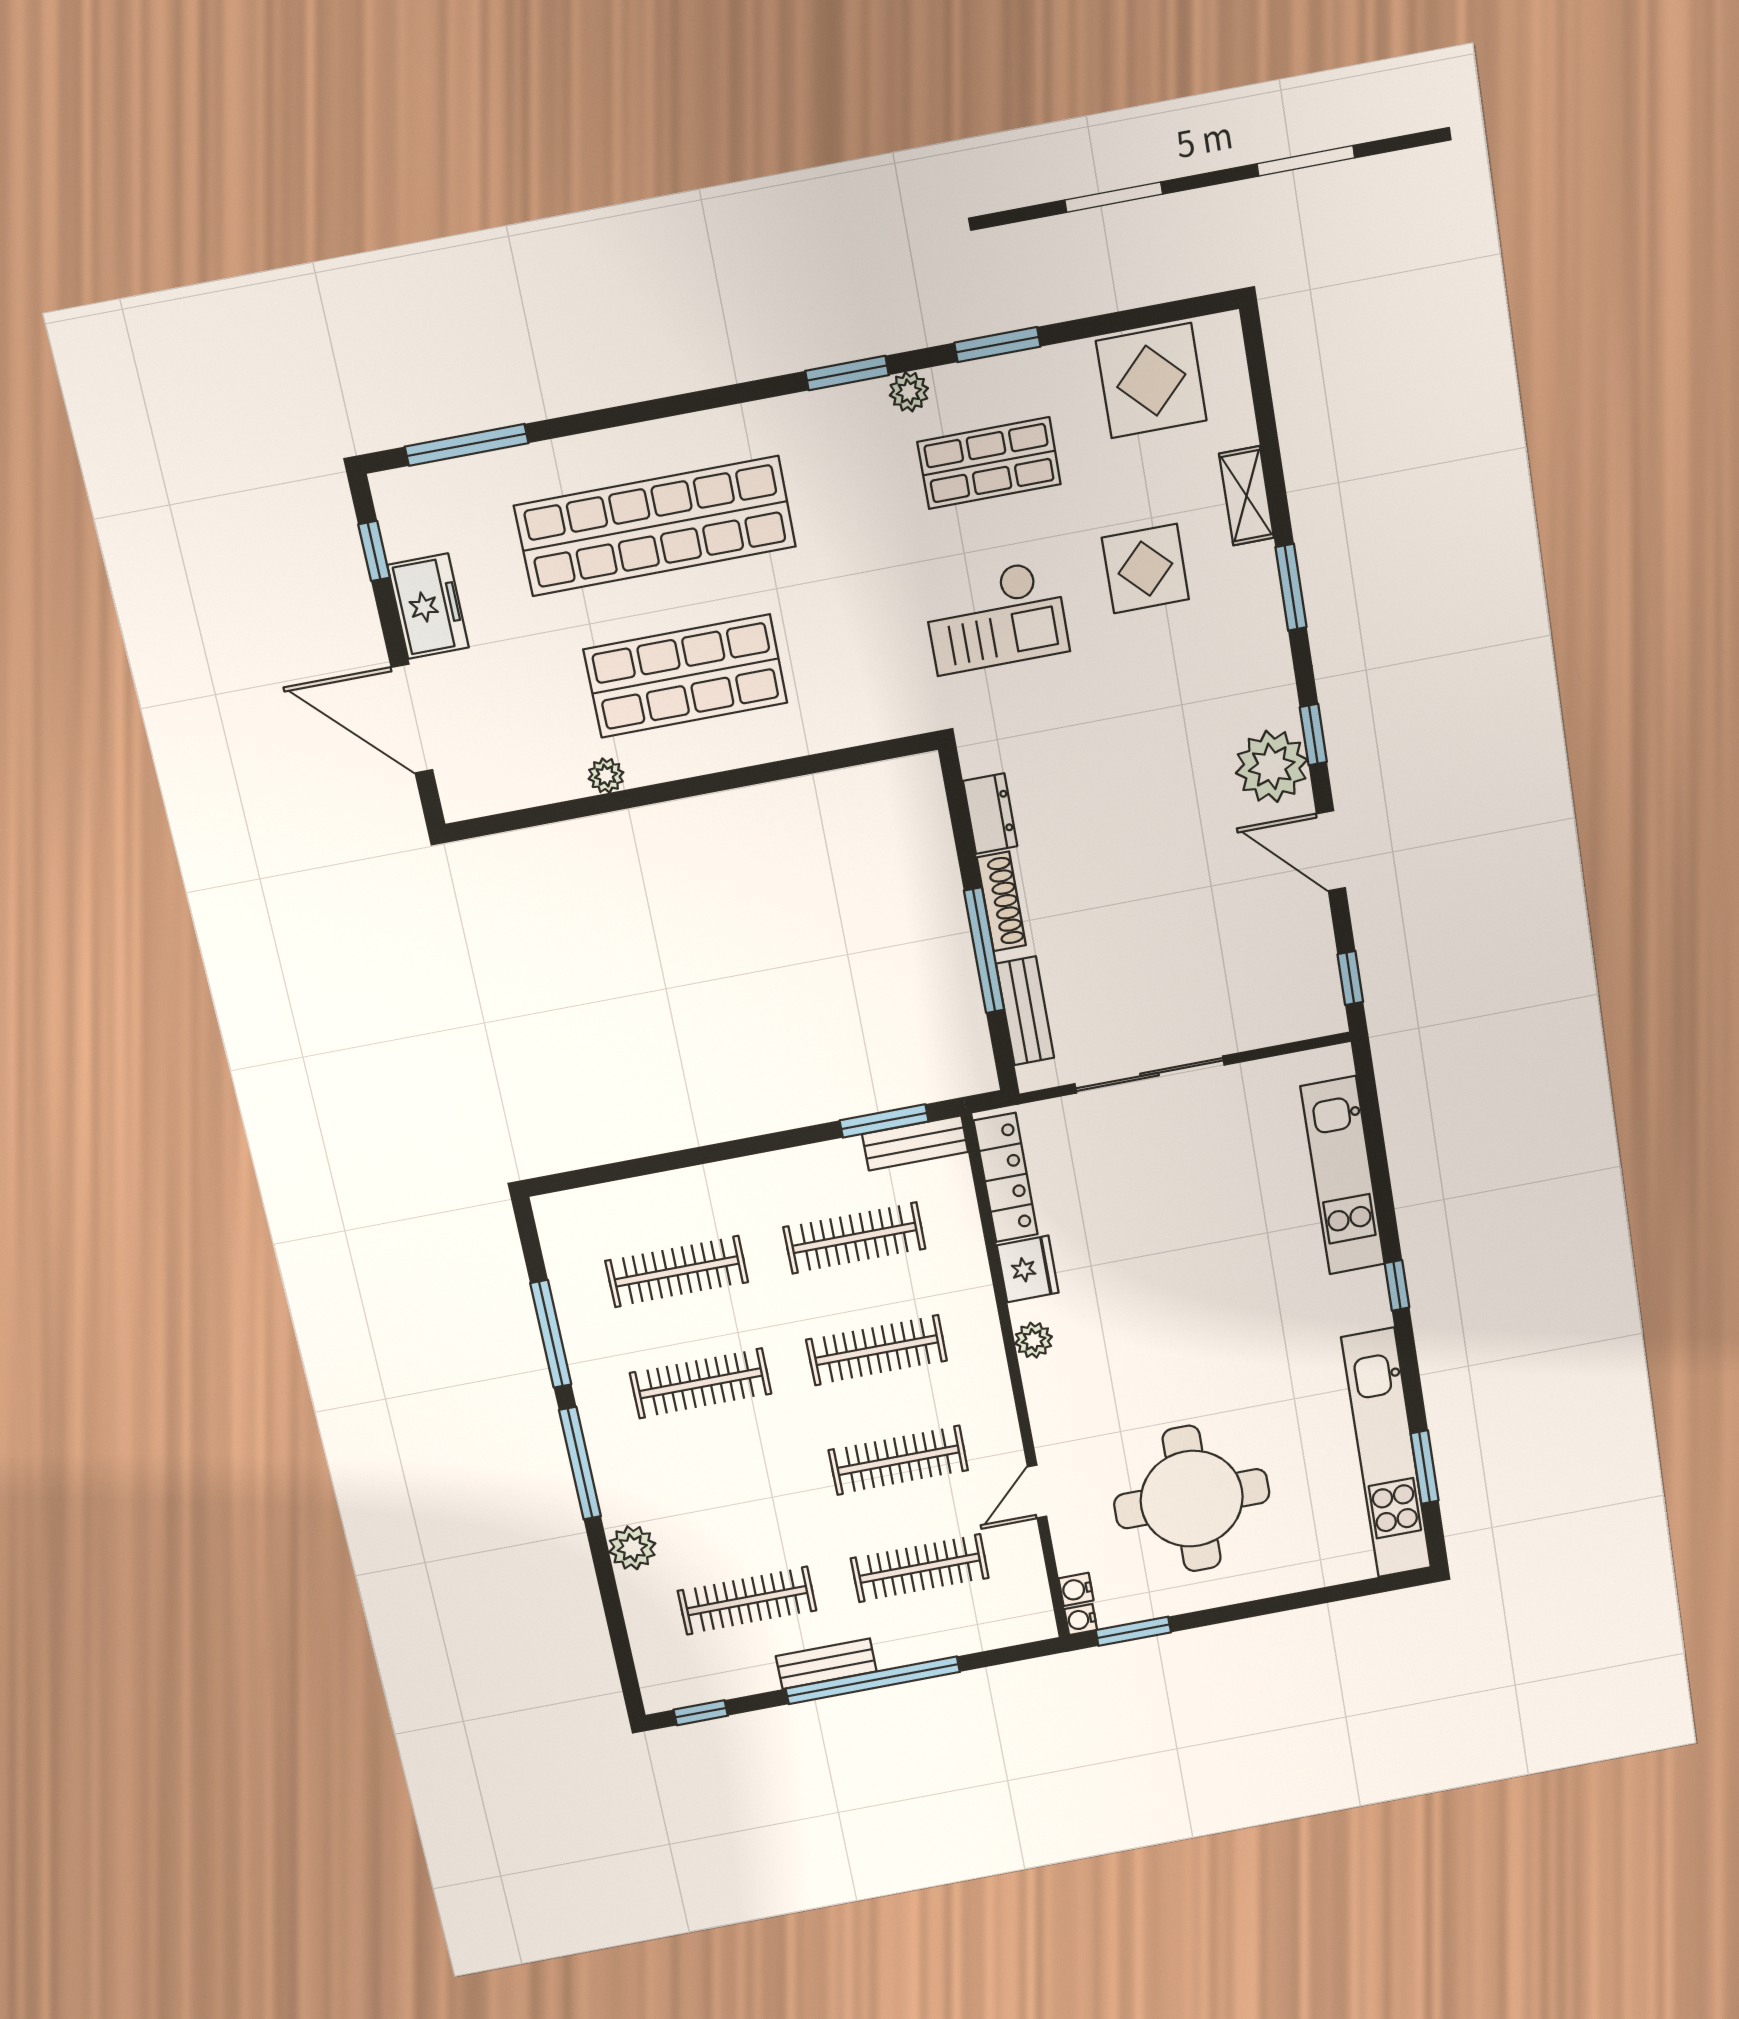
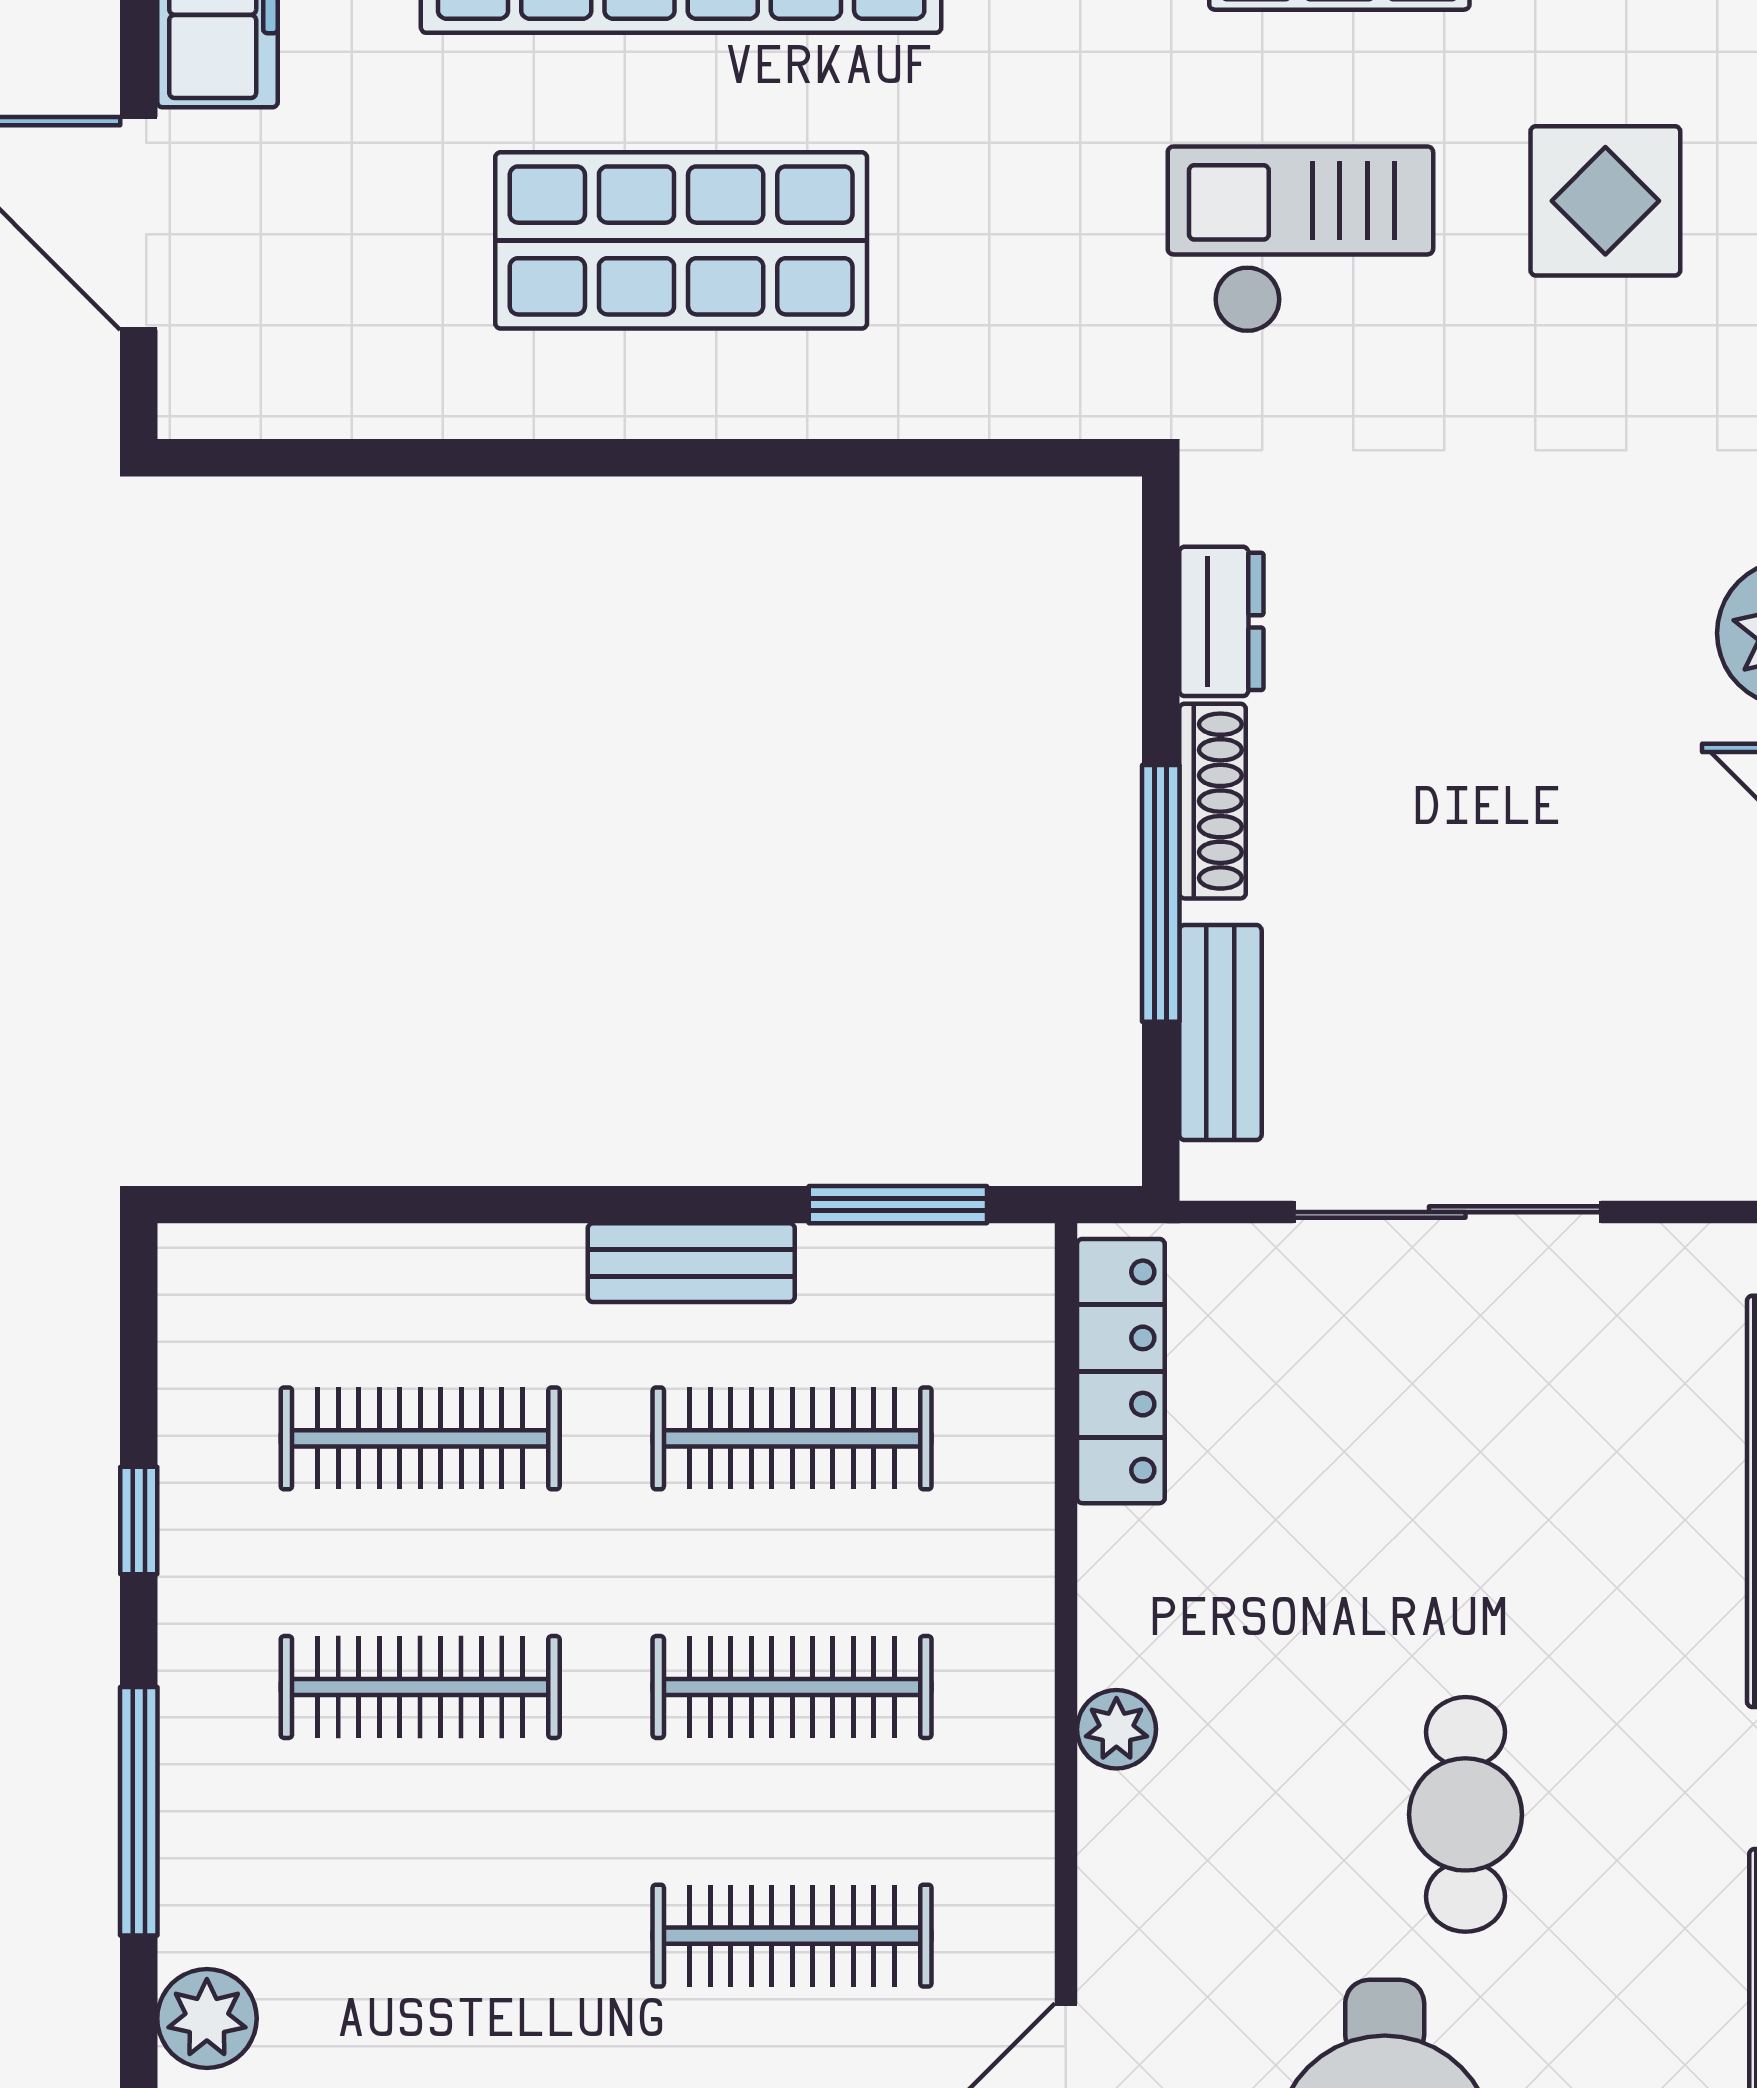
checkout: (996, 617) -> (1300, 240), turned 180
plant: (606, 776) -> (488, 404), removed
bench: (915, 1143) -> (691, 1263), moved
fridge: (1028, 1269) -> (1131, 1574), removed
window: (551, 1334) -> (139, 1521), width x0.46
cafe table: (1205, 1347) -> (1465, 1814), added

